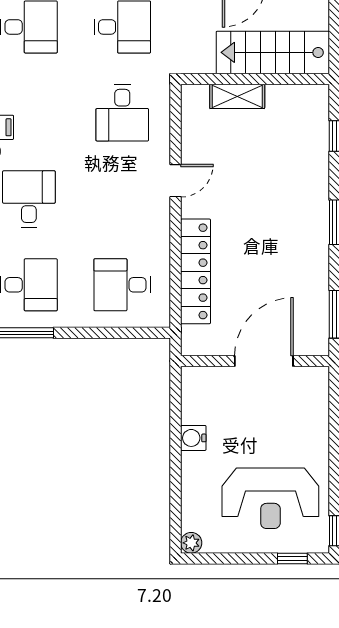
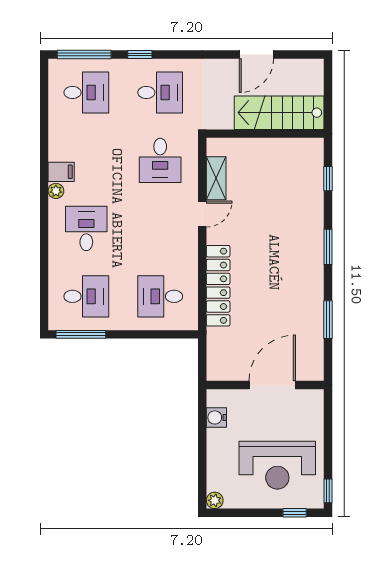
shelving: (237, 96) -> (216, 178), moved, turned 90
wall: (255, 361) -> (265, 385), moved
door: (264, 361) -> (272, 385), moved

